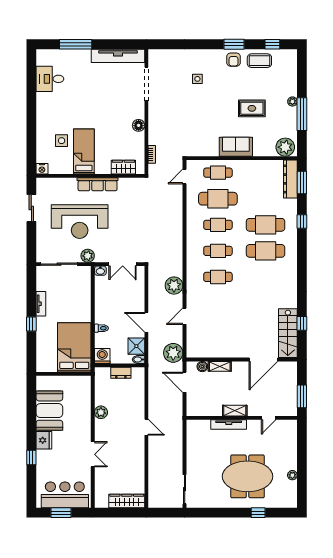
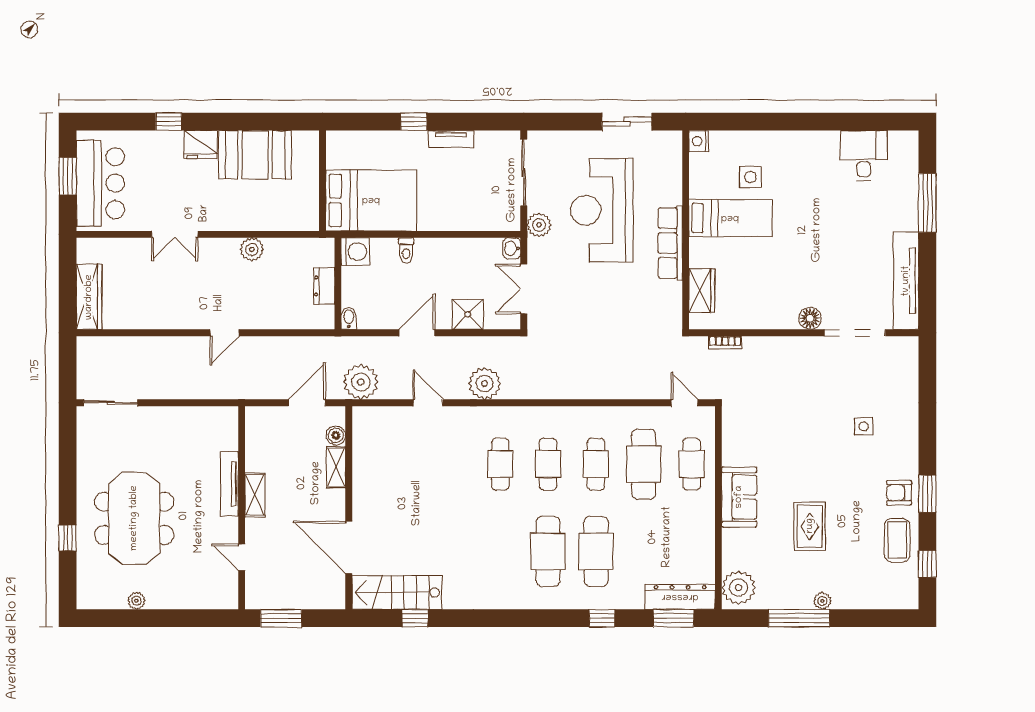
floor lamp: (139, 125) -> (810, 318), moved
shower: (136, 346) -> (468, 314), moved

